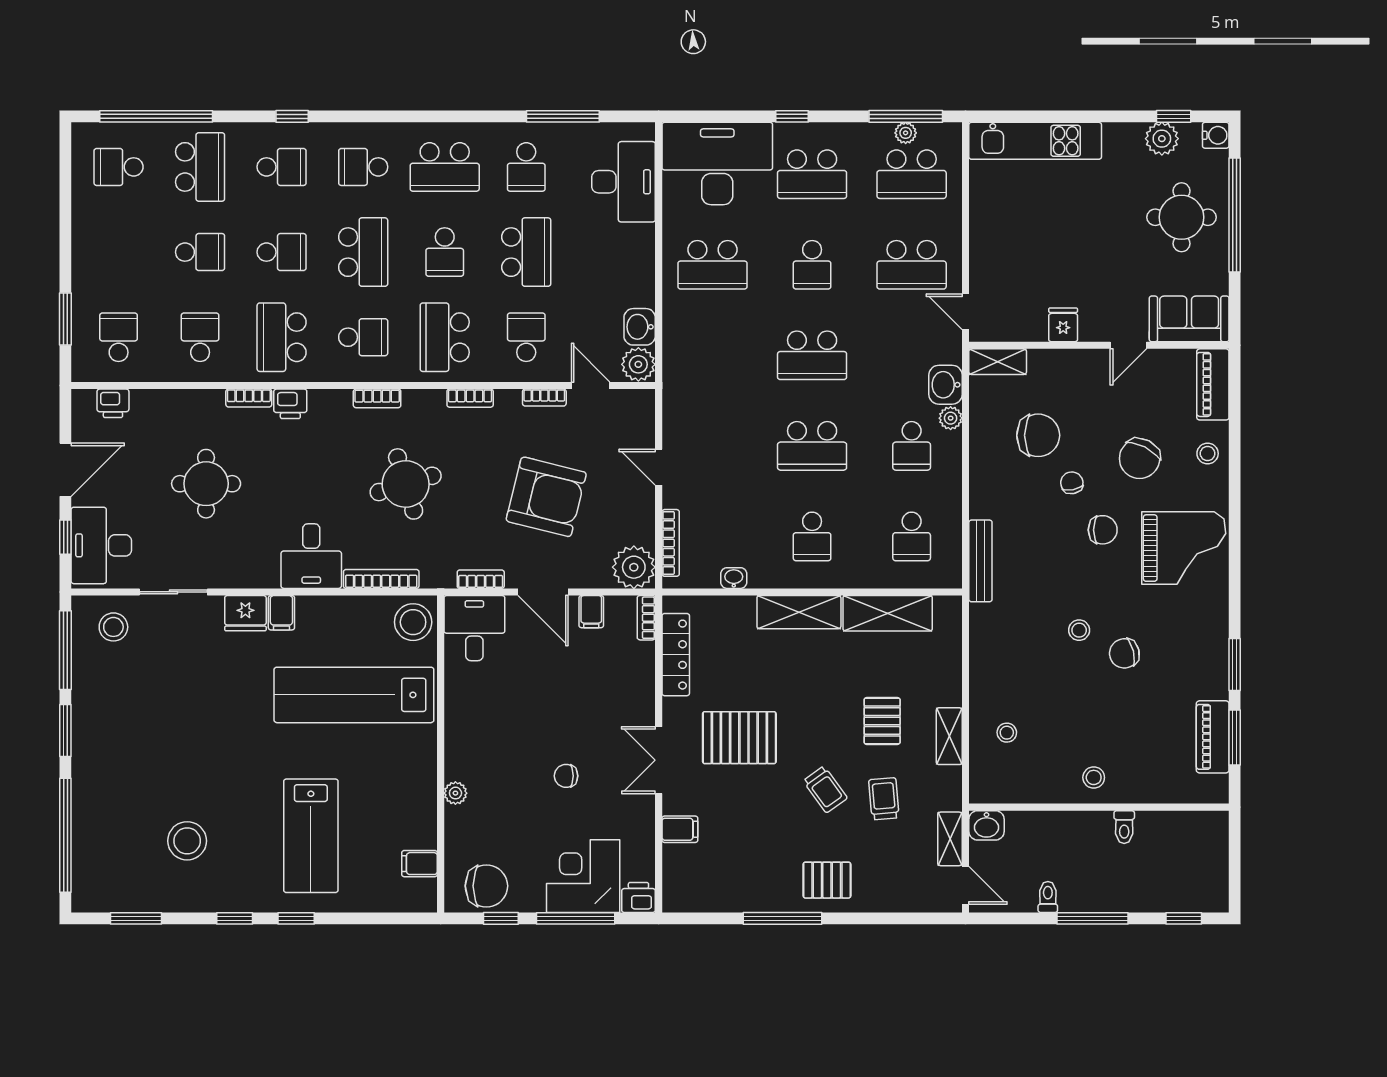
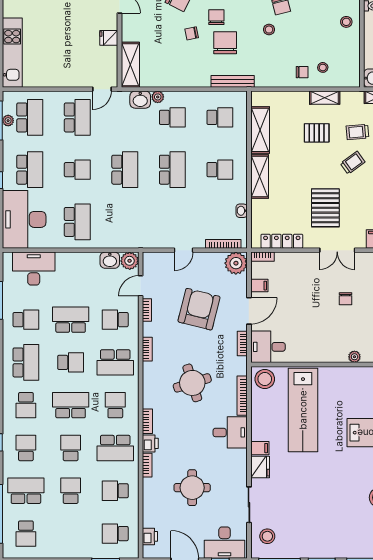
shelving: (998, 362) -> (130, 65), width x1.50, depth x1.33
bookcase: (377, 398) -> (147, 421), moved
chair: (1038, 435) -> (225, 43), moved
chair: (998, 693) -> (302, 72), added

